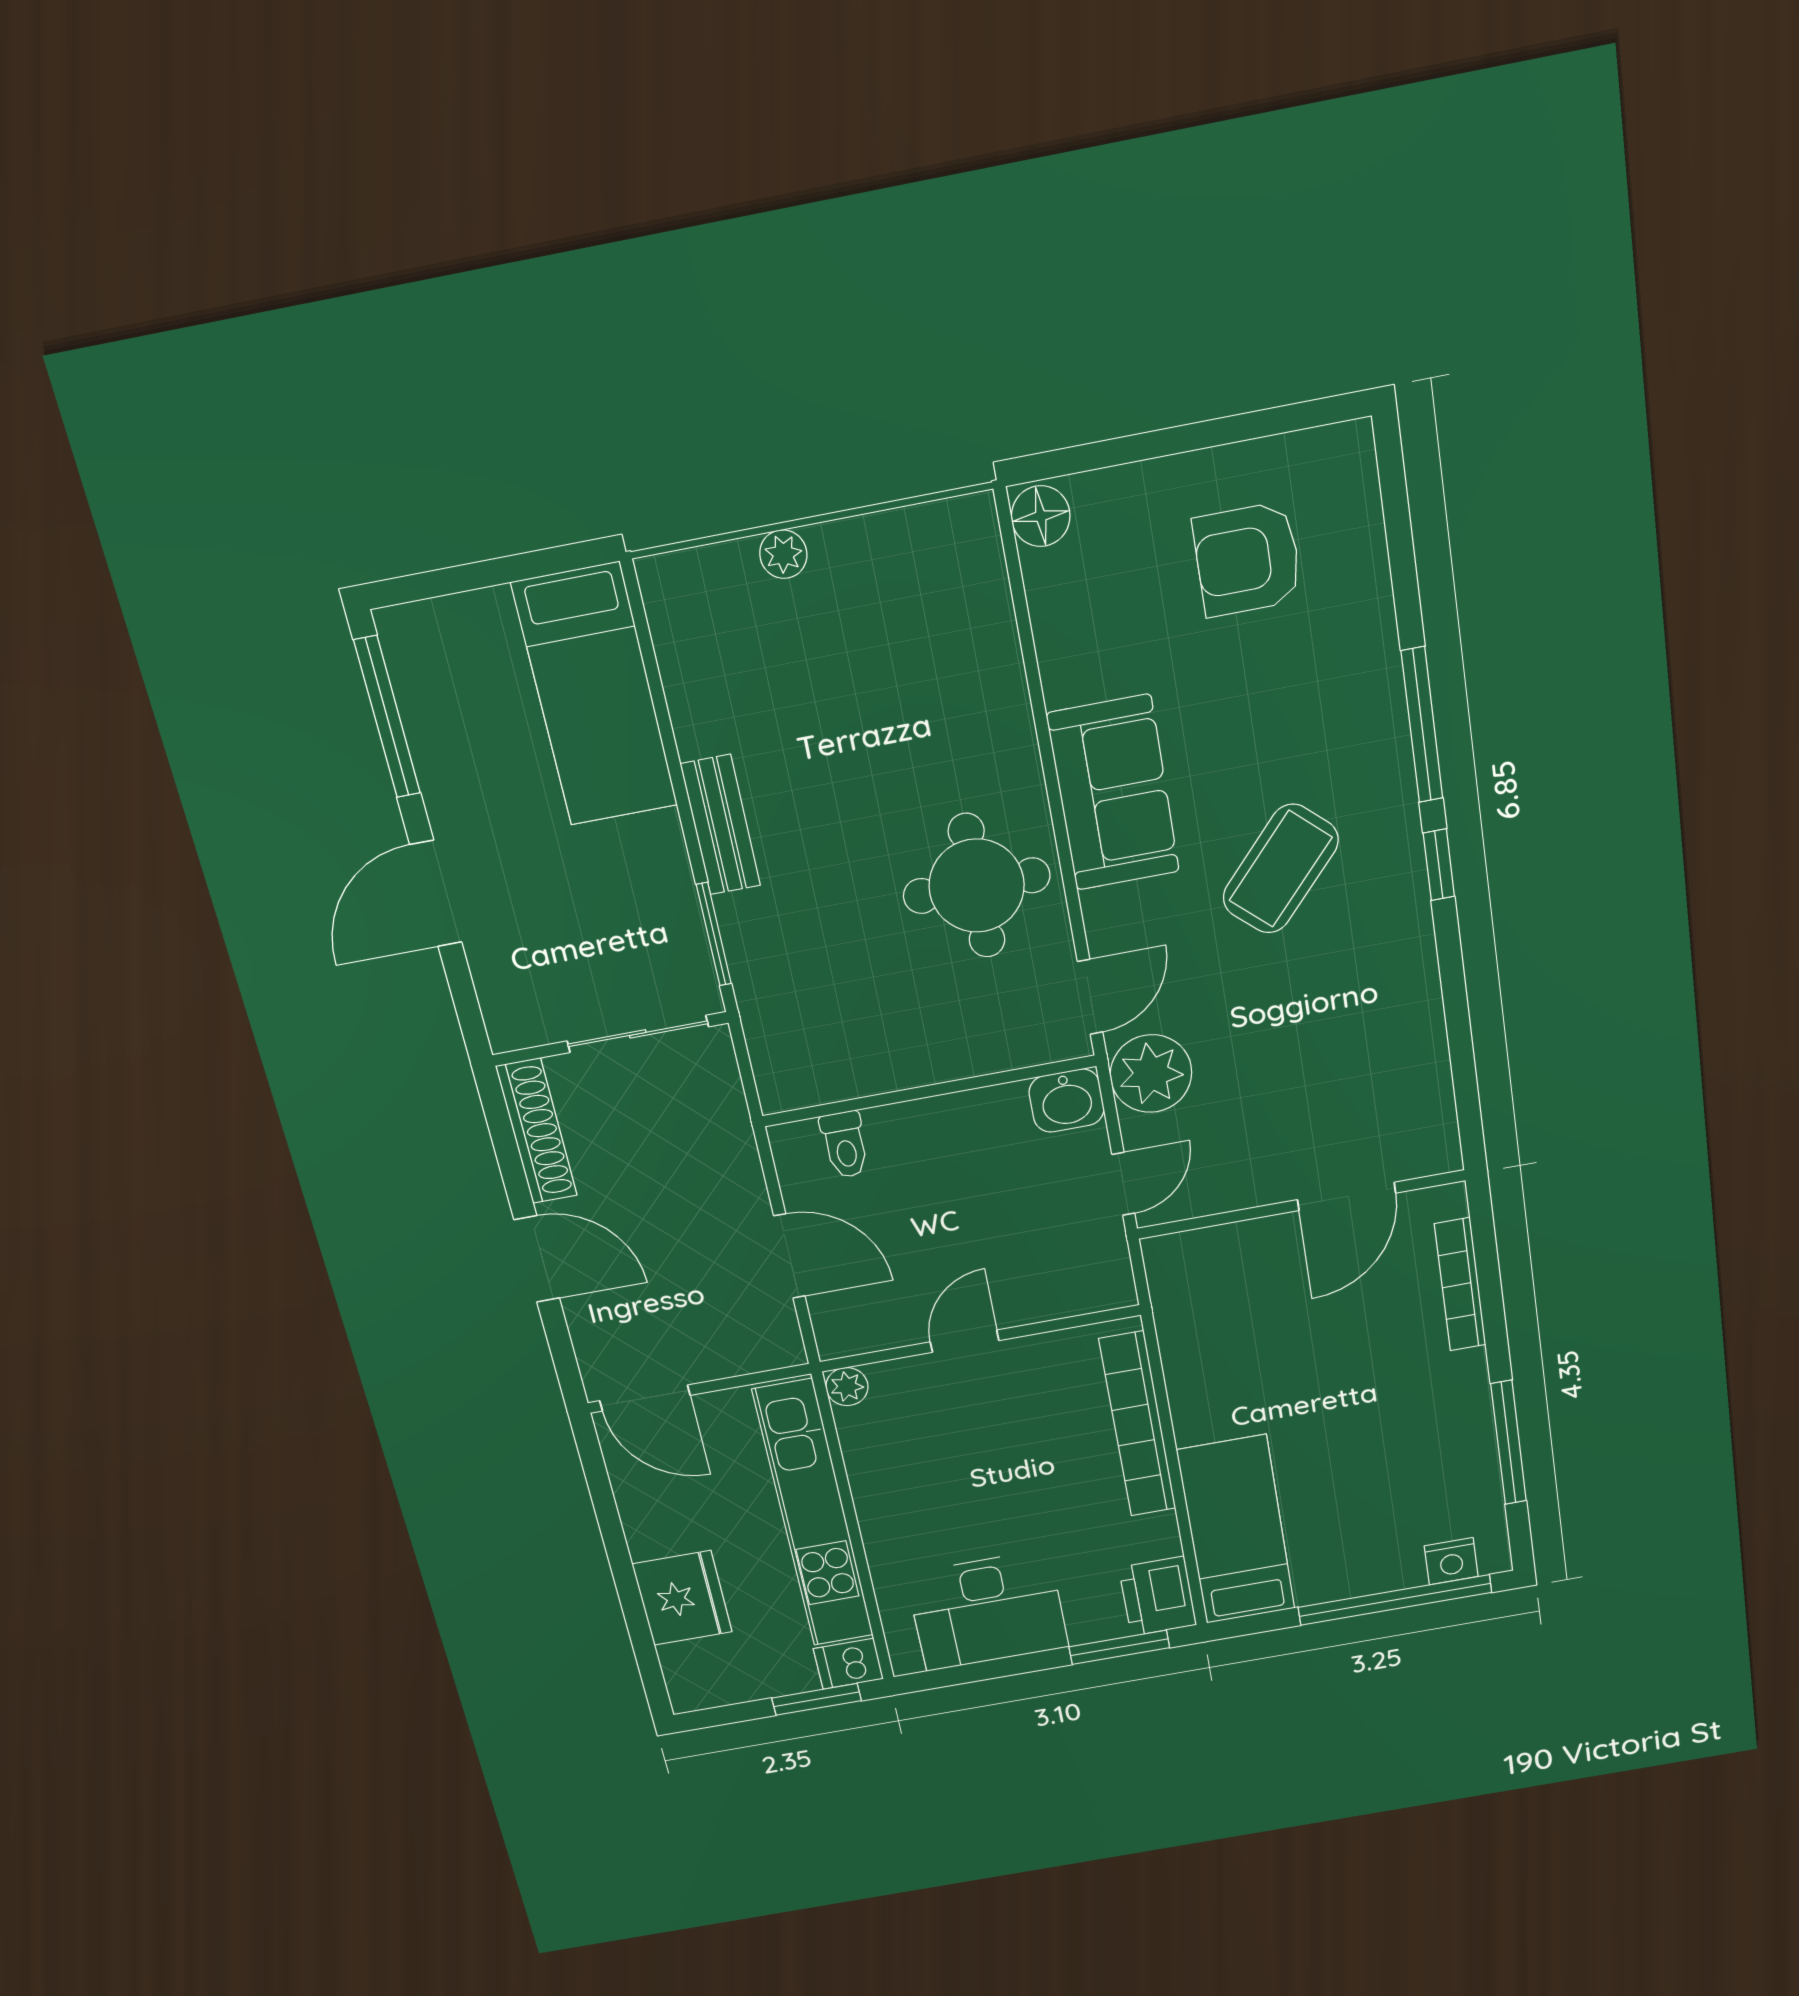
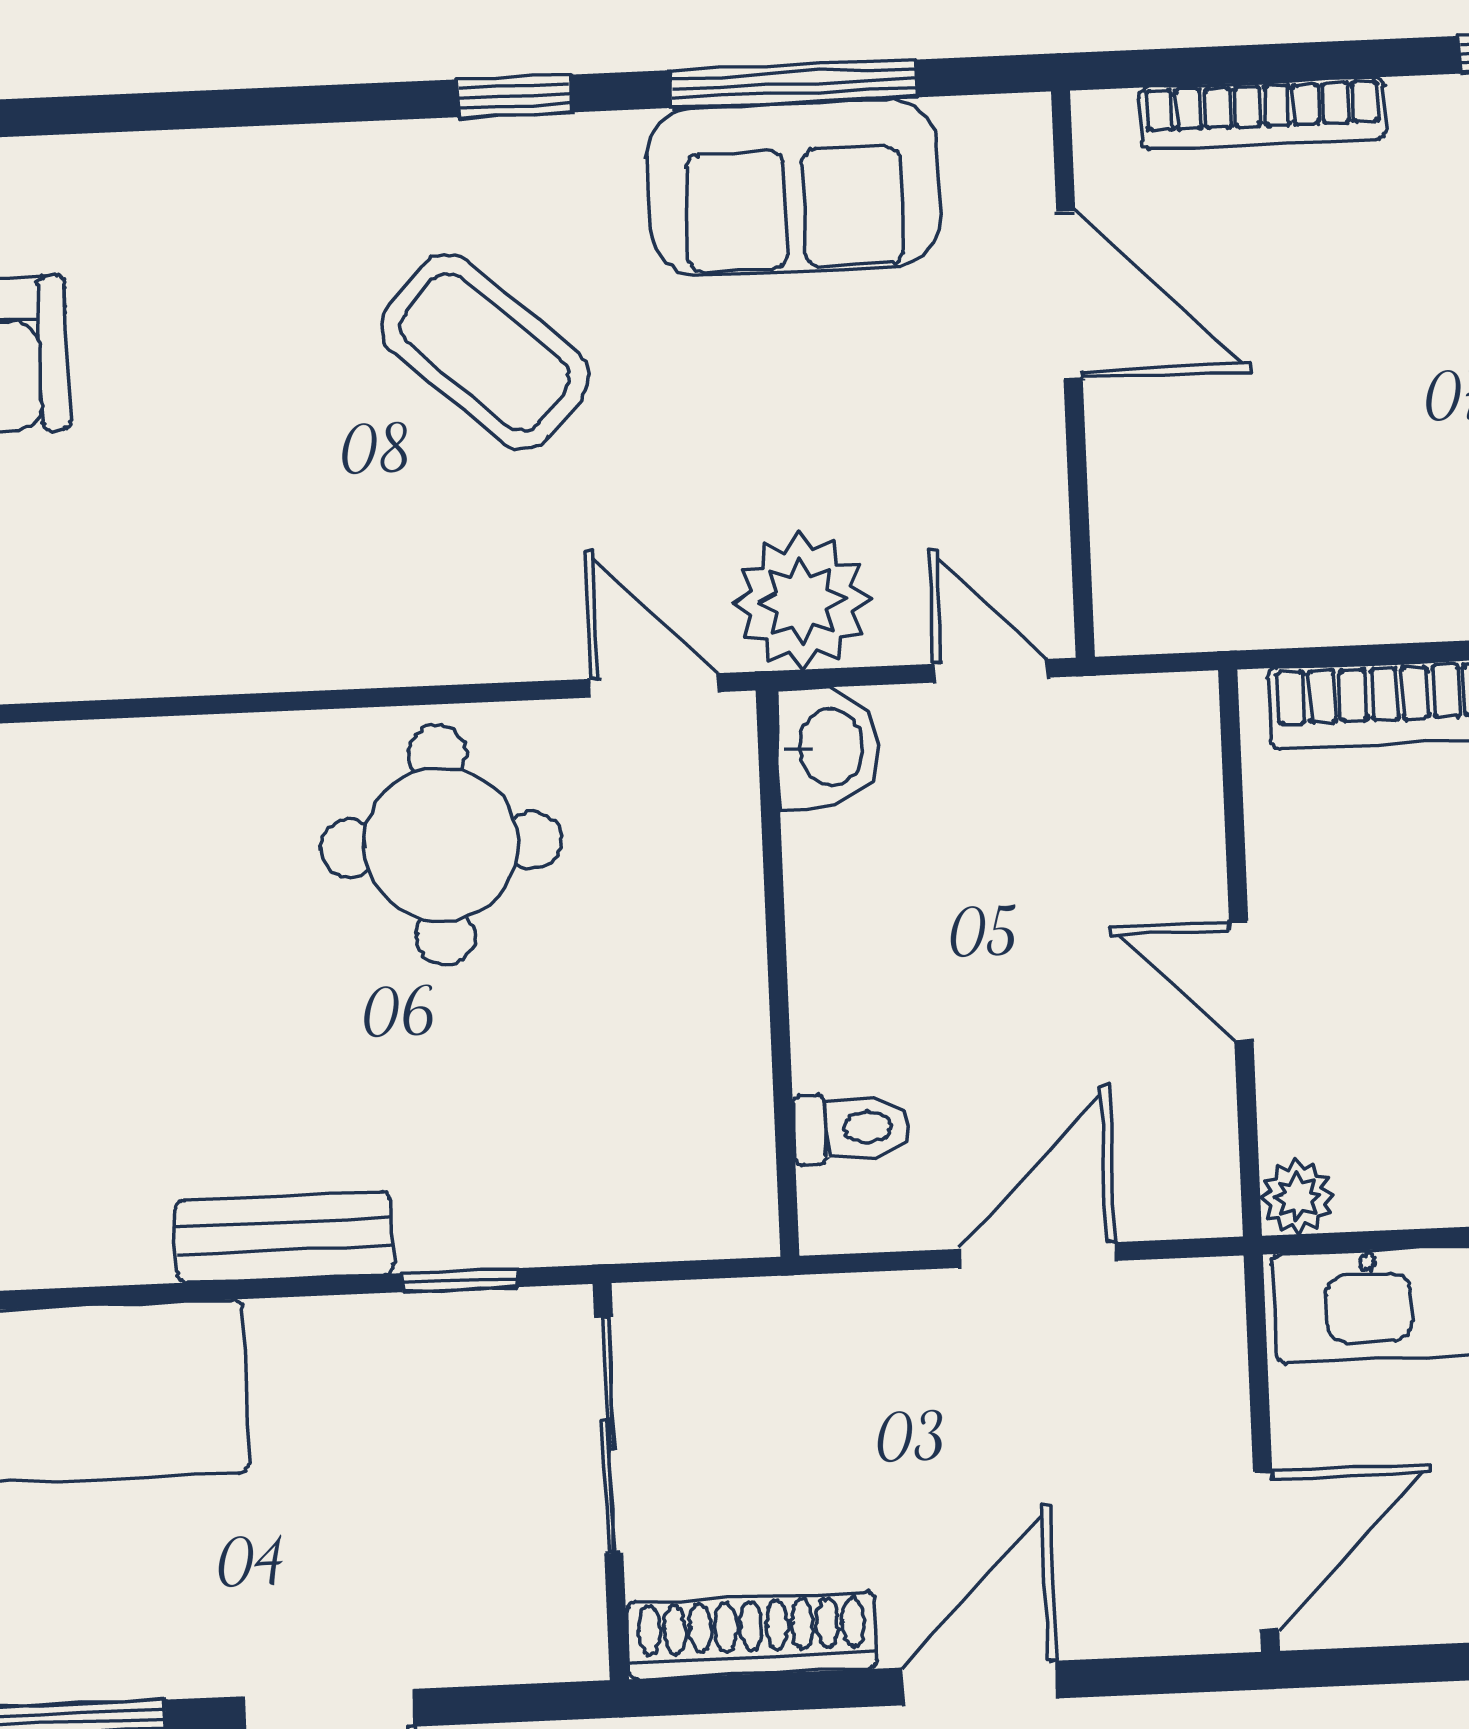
window: (1422, 725) -> (794, 84), moved
sofa: (1113, 793) -> (794, 187), moved, turned 180
window: (714, 934) -> (460, 1280), width x0.67

